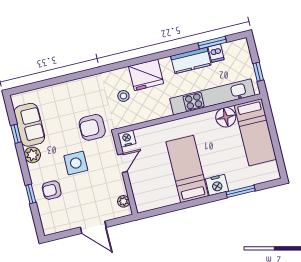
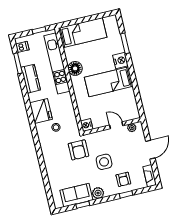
dishwasher: (216, 53) -> (22, 47), moved
floor lamp: (226, 117) -> (75, 68), moved
door: (123, 163) -> (116, 125), moved
fireplace: (57, 227) -> (150, 176), added

